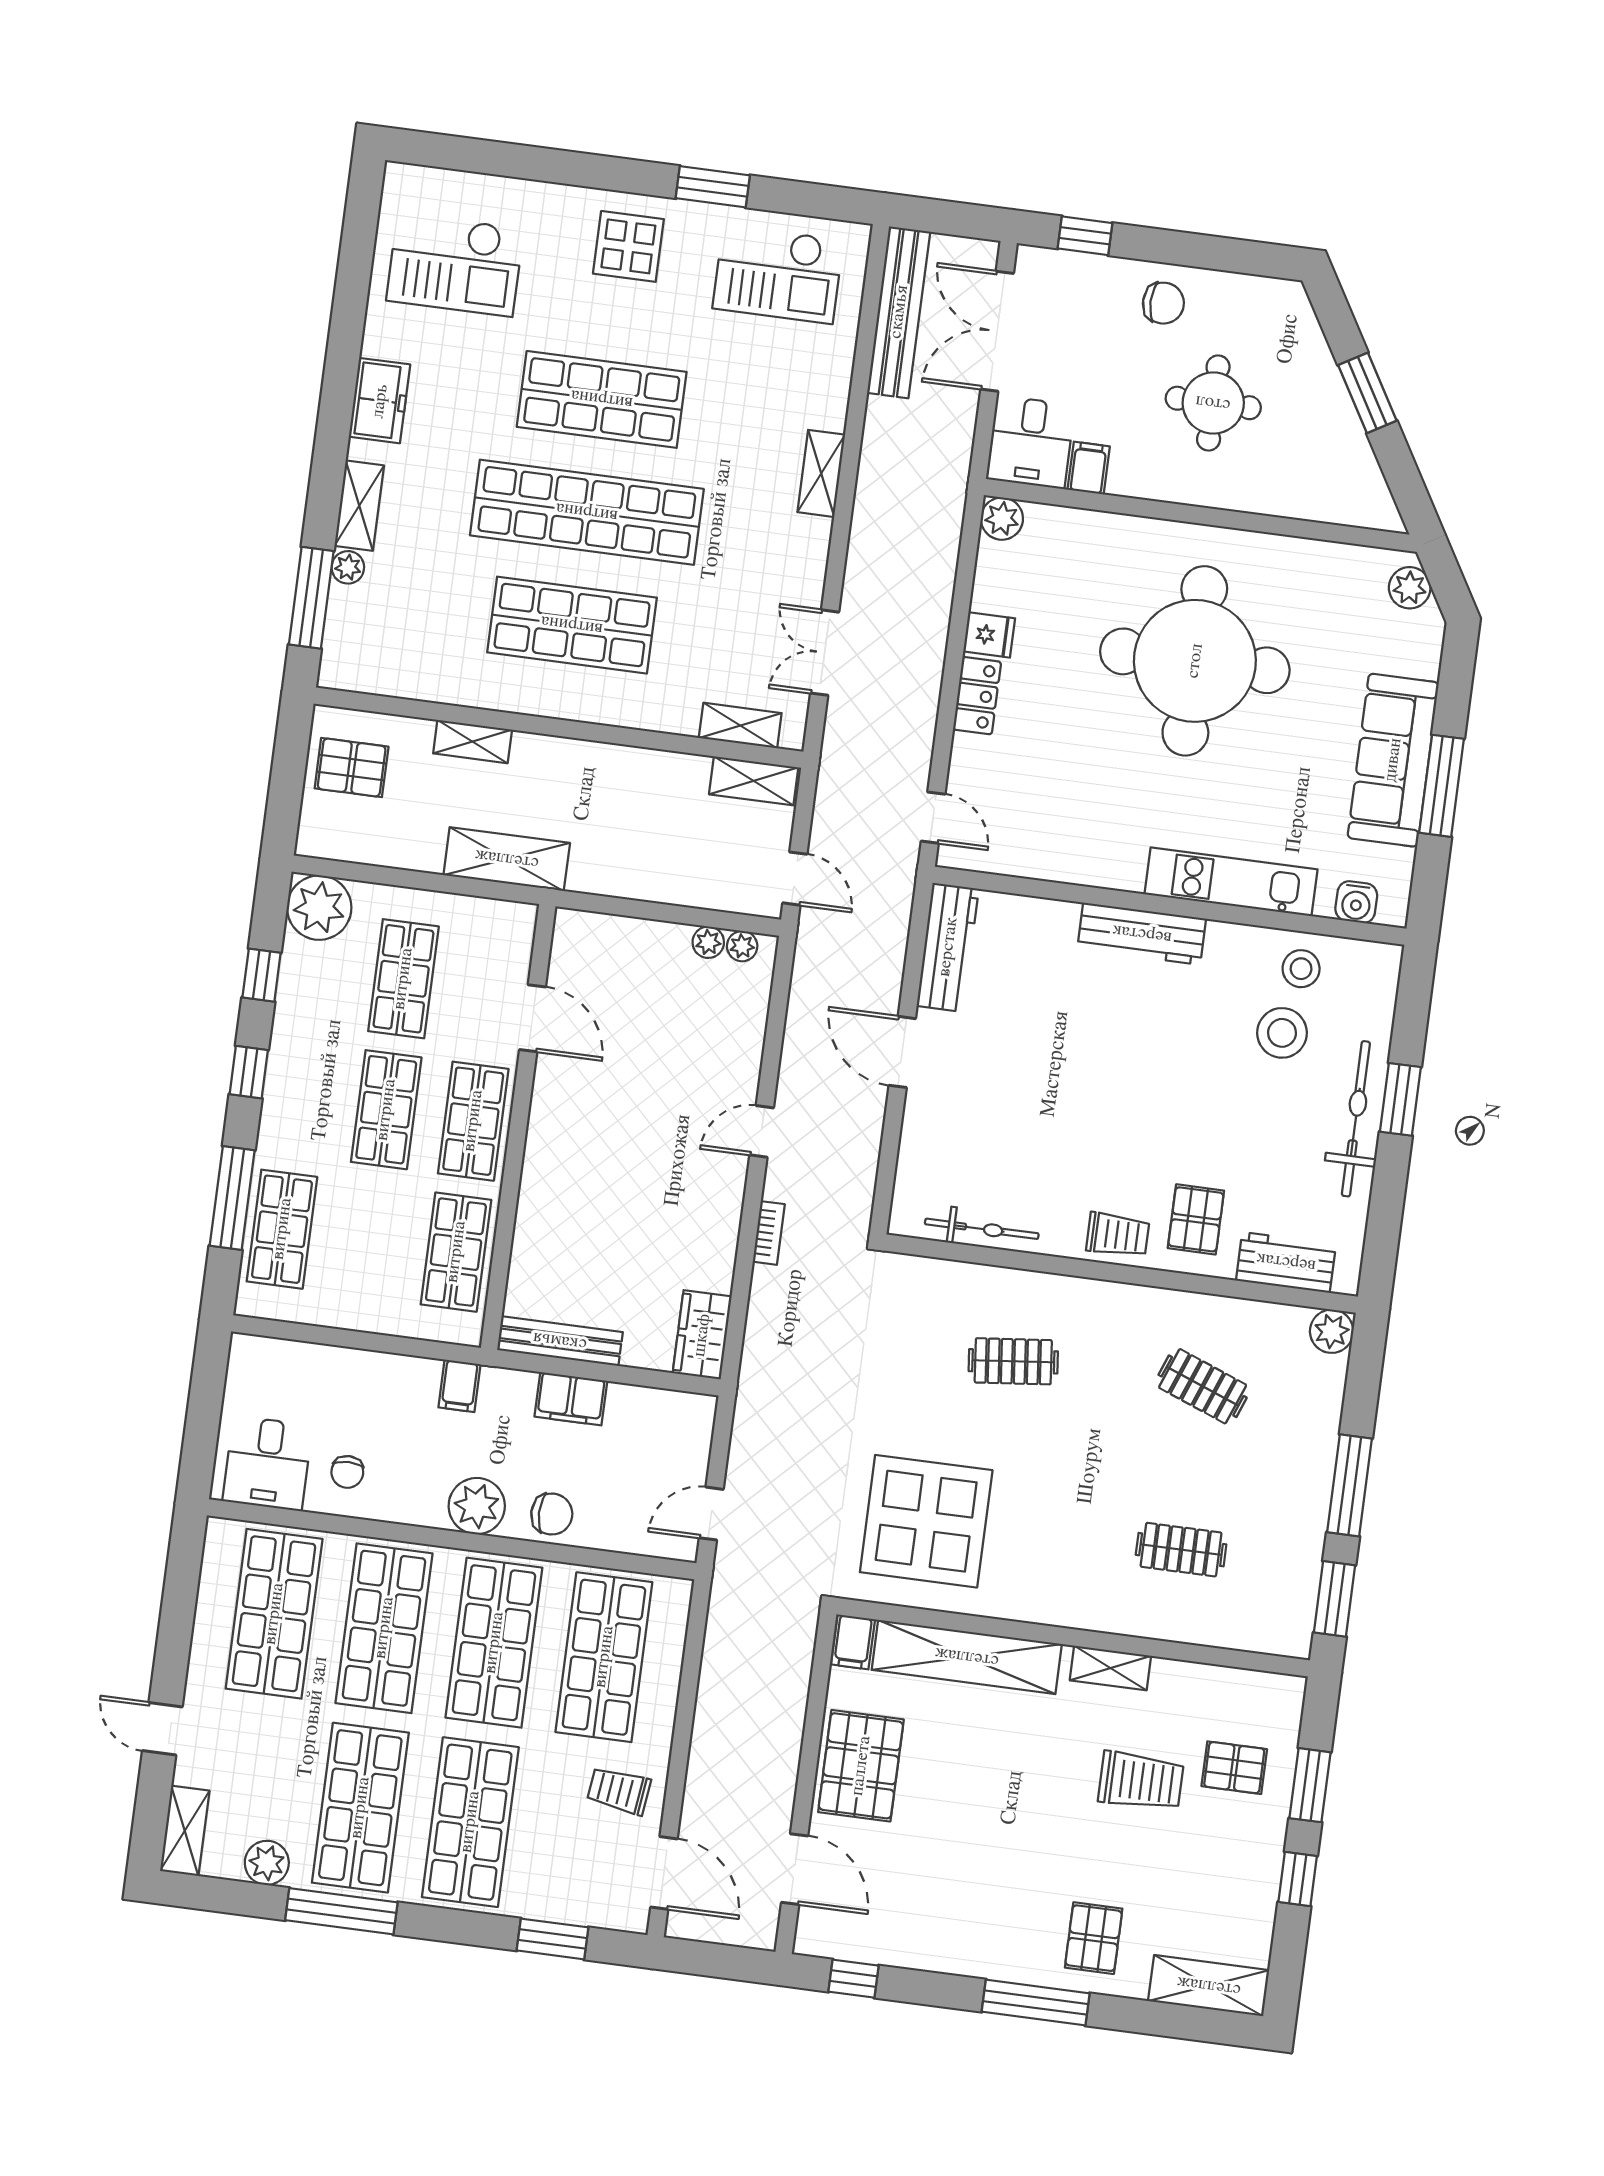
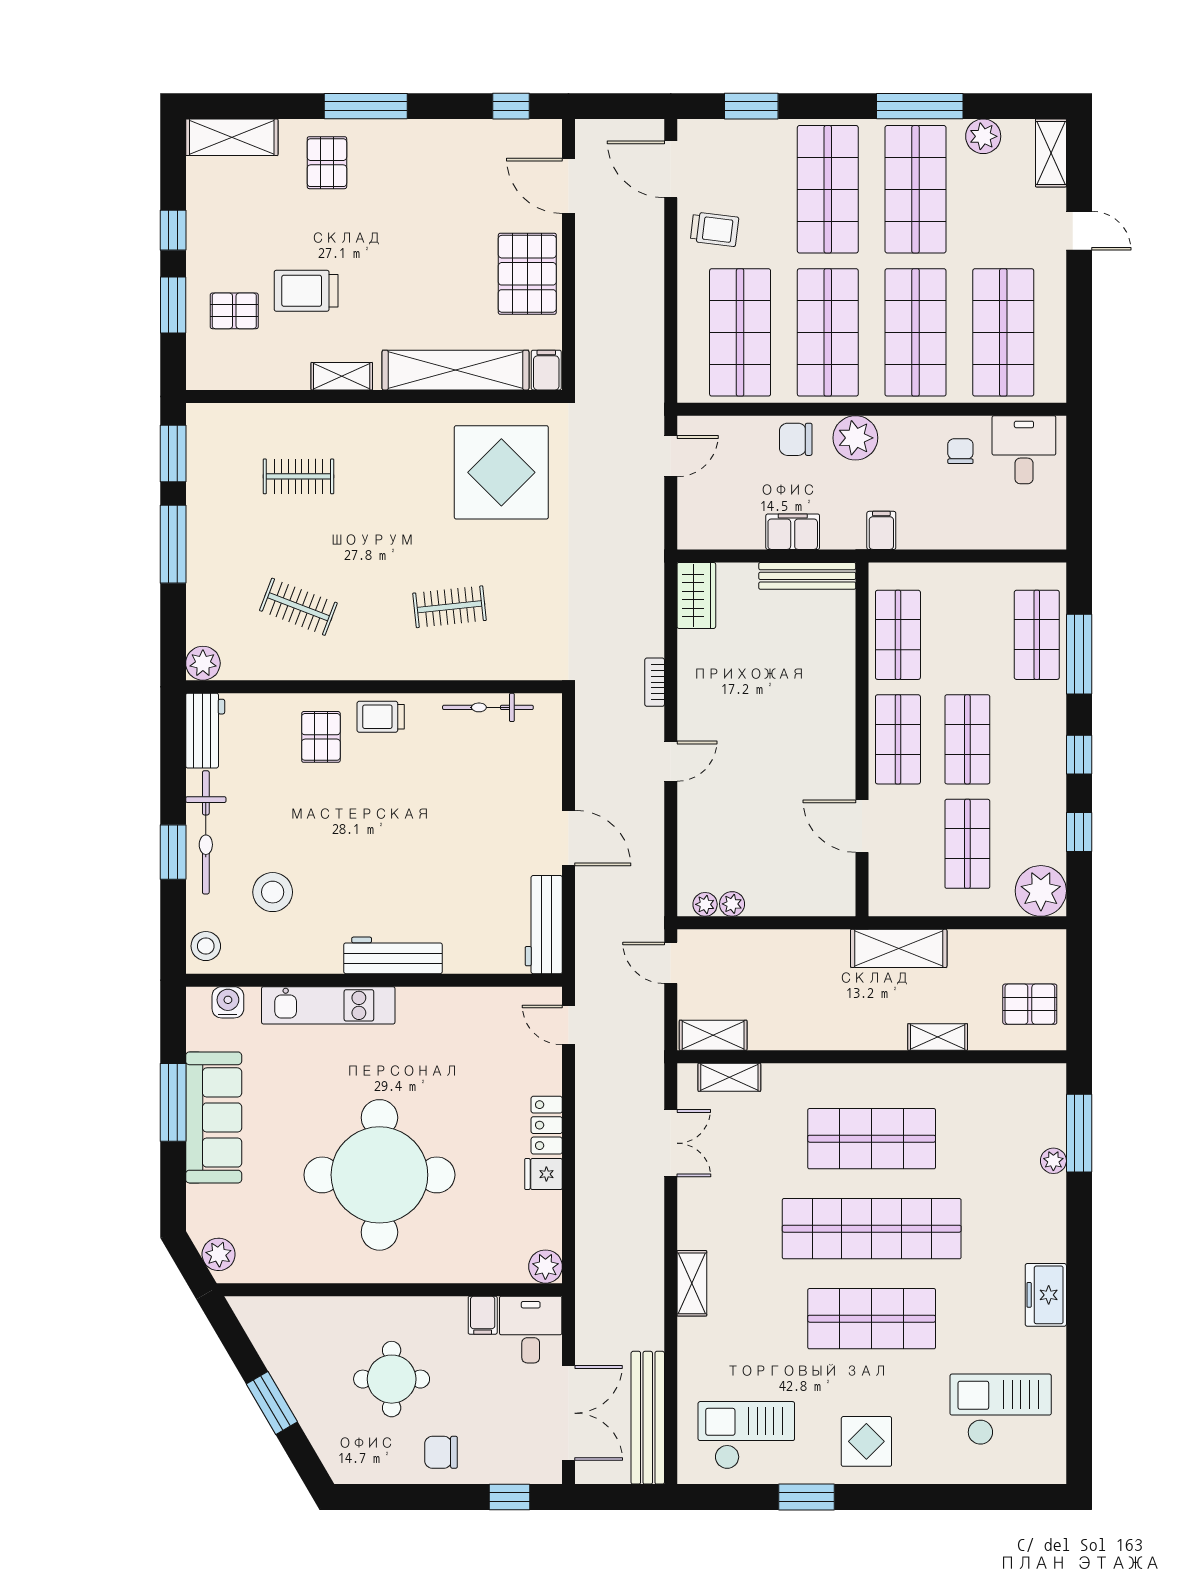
shelving: (359, 506) -> (1051, 1210), removed
stool: (1301, 969) -> (206, 946), moved
workbench: (1286, 1262) -> (205, 731), moved, turned -90

